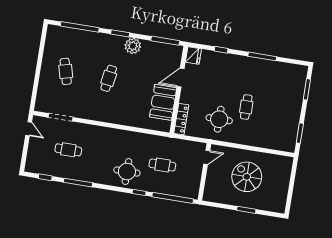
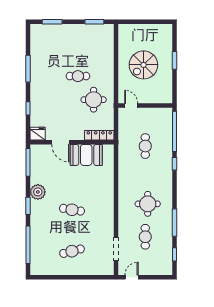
round table: (127, 172) -> (148, 204), moved

